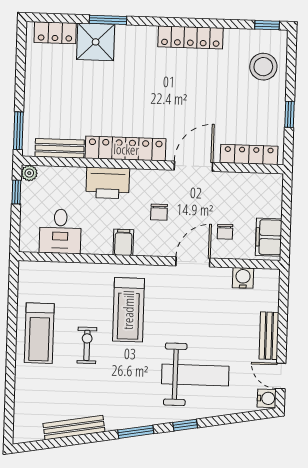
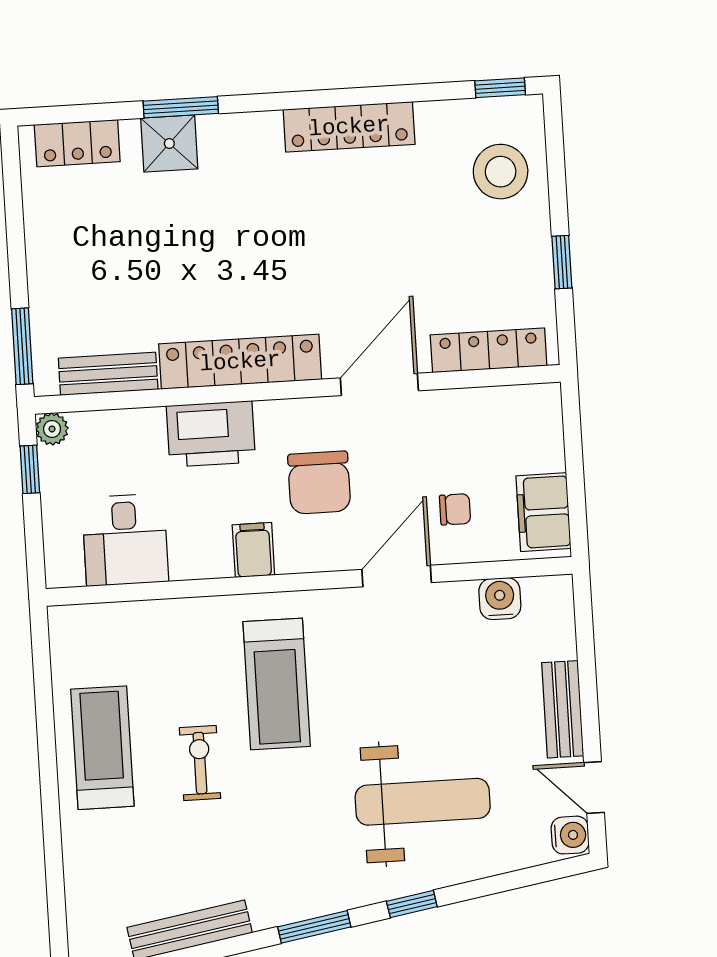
shower: (96, 42) -> (169, 143), width x0.73, depth x0.73
chair: (159, 212) -> (319, 483), width x1.87, depth x1.87
chair: (225, 232) -> (455, 509), turned -90
treadmill: (39, 333) -> (102, 748), turned 180

